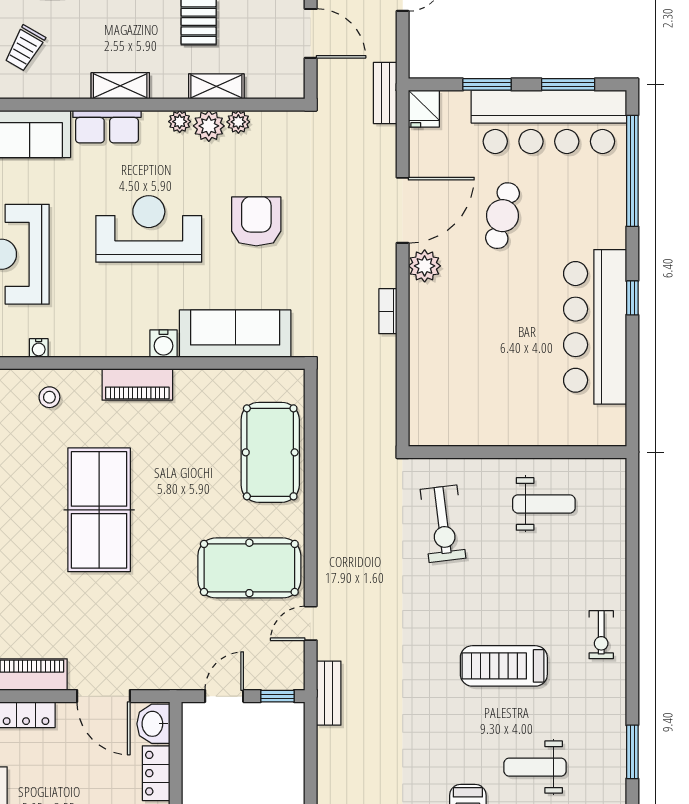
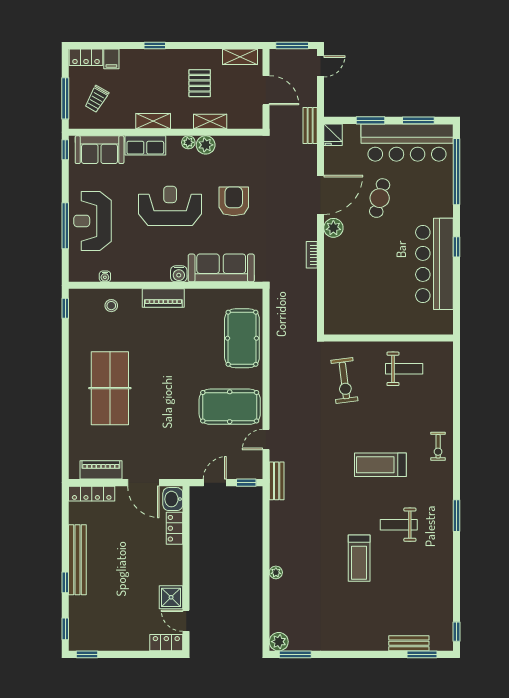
plant: (238, 122) -> (223, 143), removed
table tennis table: (99, 510) -> (110, 388), moved

